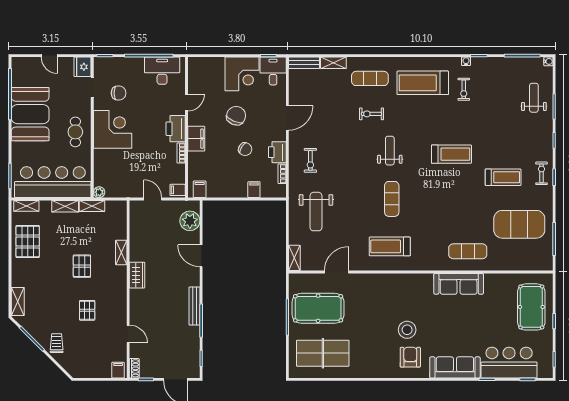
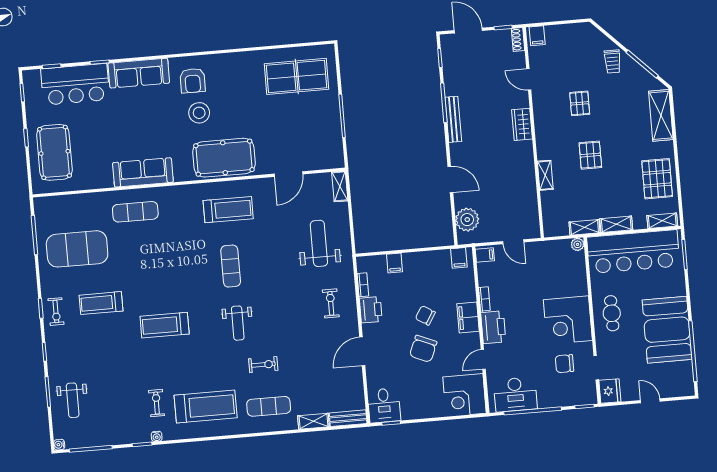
corner desk: (242, 74) -> (465, 395), moved, turned -90
chair: (245, 149) -> (425, 315), moved
wardrobe: (137, 275) -> (522, 124), moved
shelving: (18, 301) -> (661, 115), width x1.50, depth x1.33
pool table: (318, 308) -> (224, 158), moved

